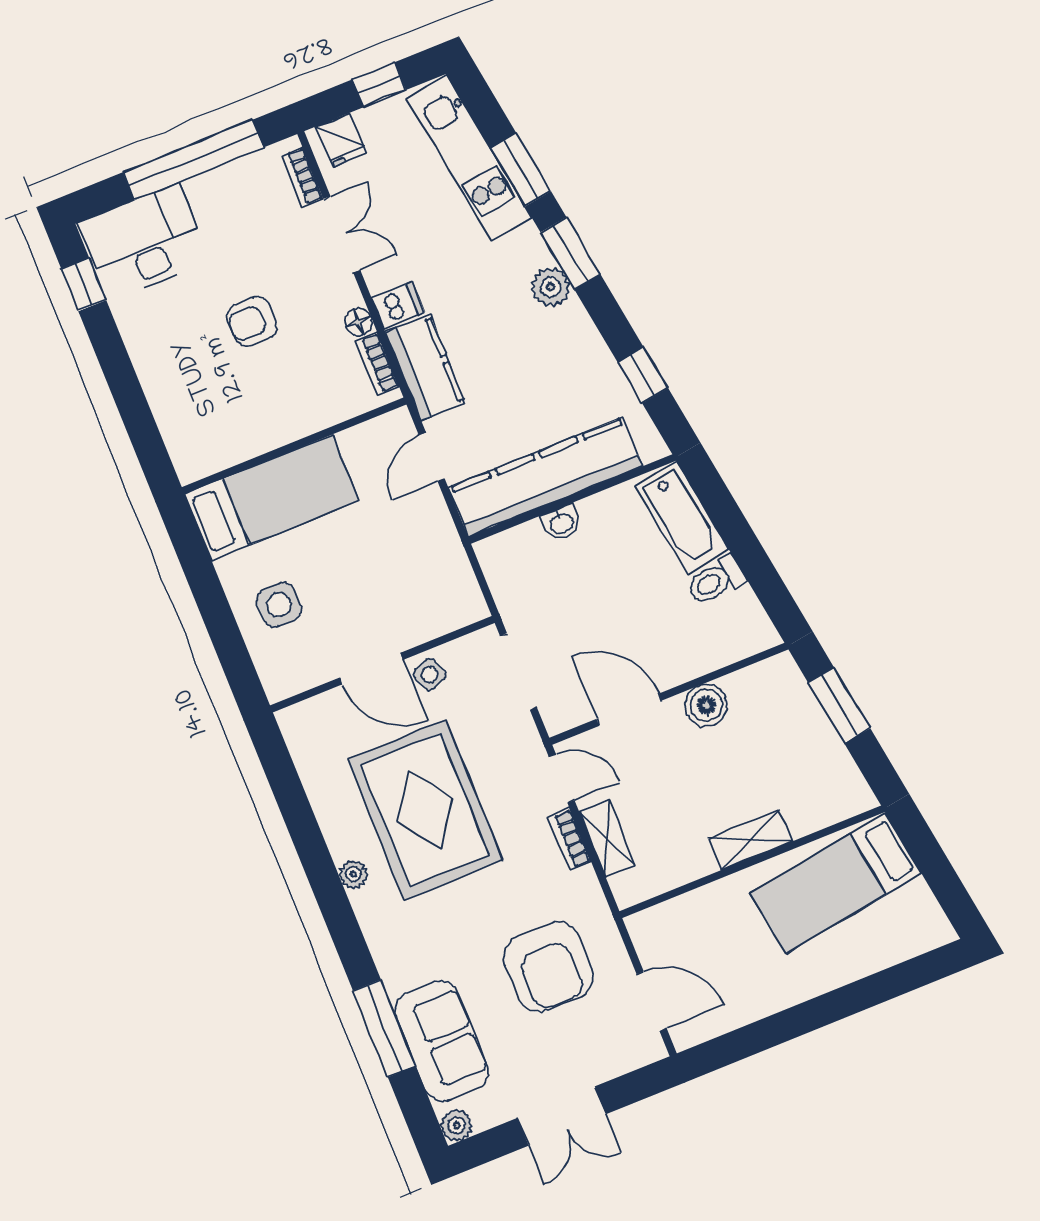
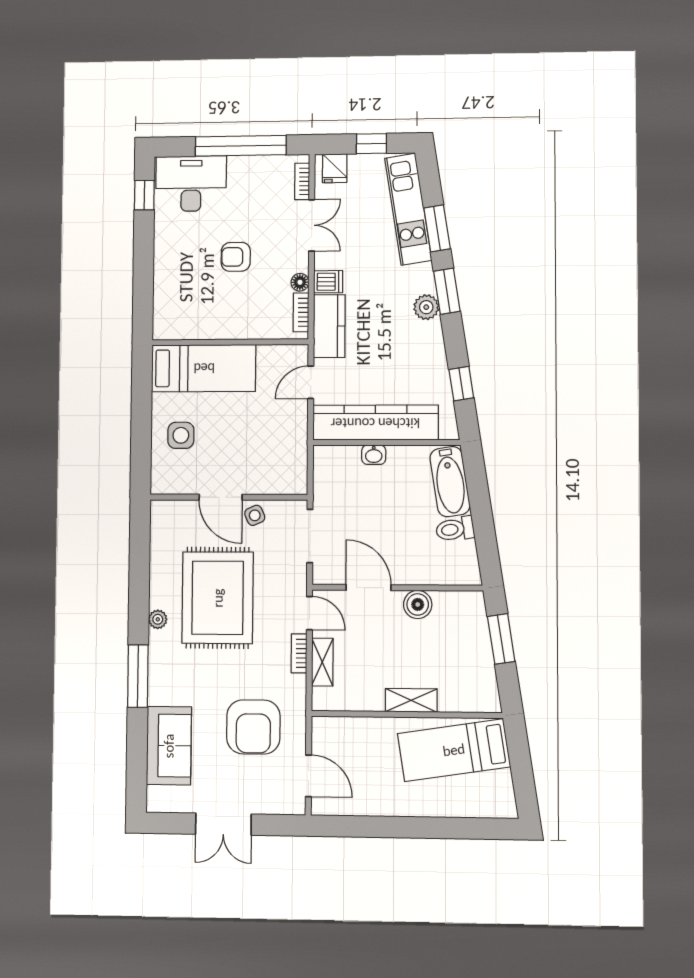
window: (384, 1028) -> (138, 676), moved
plant: (457, 1125) -> (157, 802), removed

